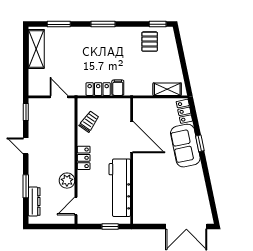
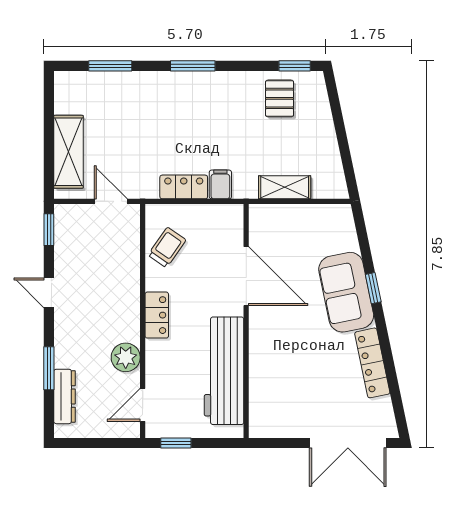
shelving: (36, 49) -> (68, 152), moved
shelving: (167, 89) -> (285, 187), moved
locker: (184, 111) -> (372, 363), moved, width x1.53
window: (110, 227) -> (176, 443), moved

